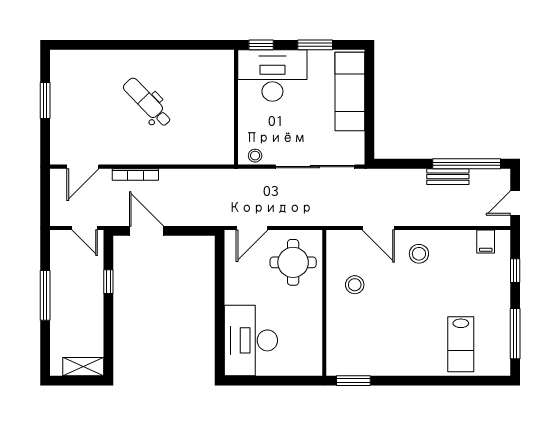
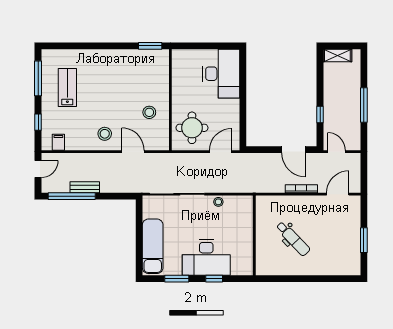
wall: (236, 107) -> (254, 235), moved
lab bench: (461, 344) -> (67, 88), moved

